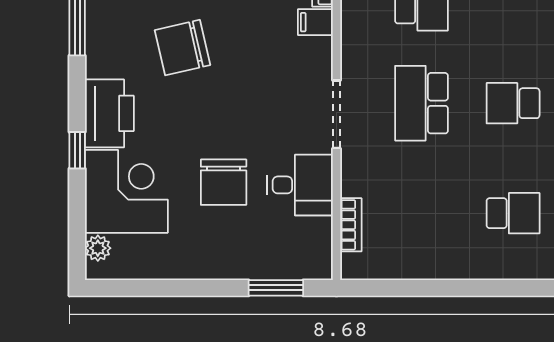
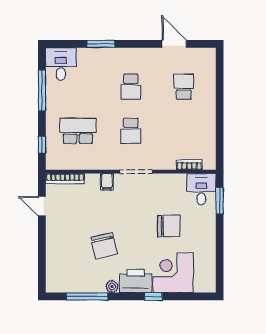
filing cabinet: (315, 22) -> (107, 182), moved
school desk: (422, 103) -> (131, 131), width x0.54
desk: (300, 185) -> (201, 189), moved
plant: (98, 248) -> (112, 286), moved

